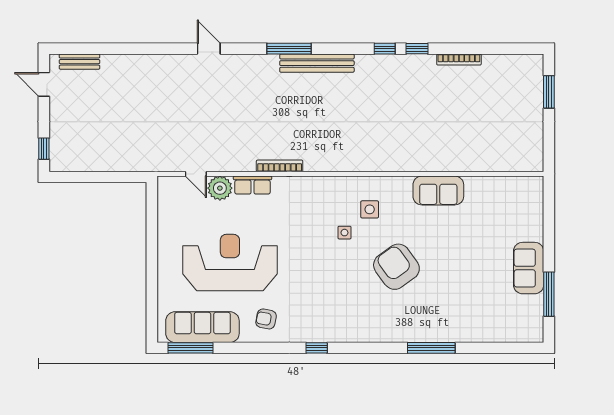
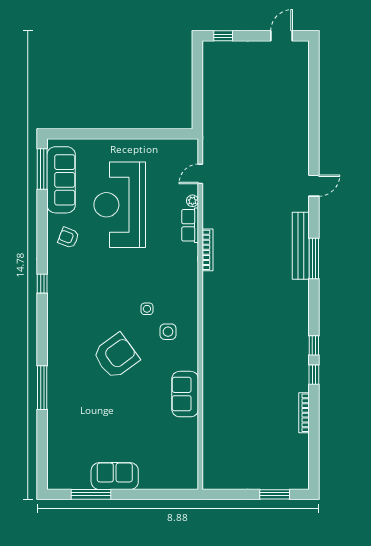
bench: (80, 62) -> (302, 68), removed
bench: (317, 63) -> (301, 246), moved
plant: (220, 188) -> (192, 201), width x0.53, depth x0.53
reception desk: (230, 262) -> (120, 205), turned 180
armchair: (266, 319) -> (68, 238), turned -80

